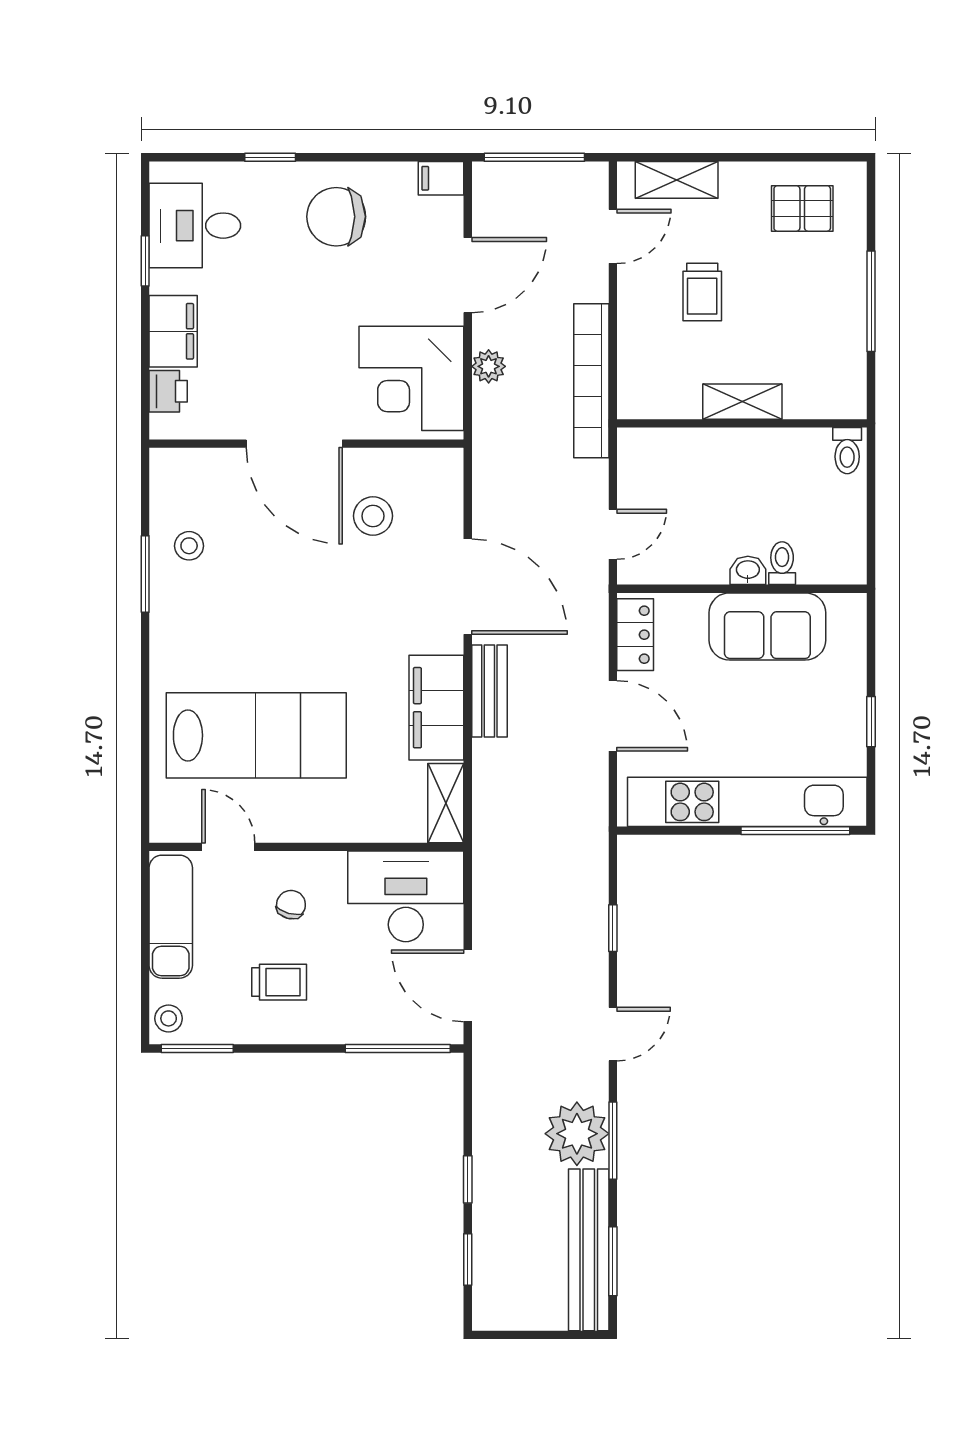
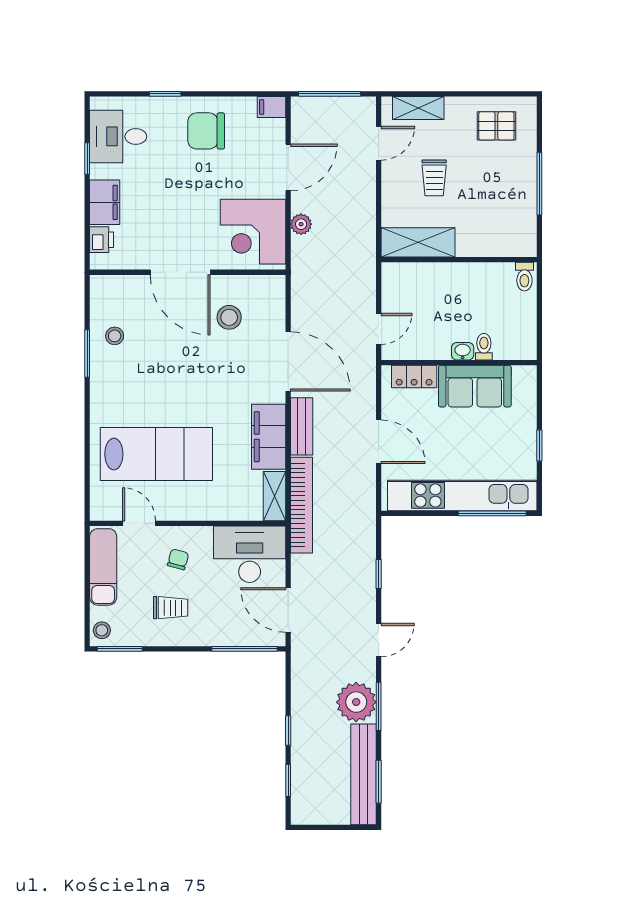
bookcase: (591, 381) -> (302, 505), moved, turned 180
shelving: (742, 402) -> (418, 242), moved, width x1.50, depth x1.33
locker: (635, 635) -> (414, 377), moved, turned 90

